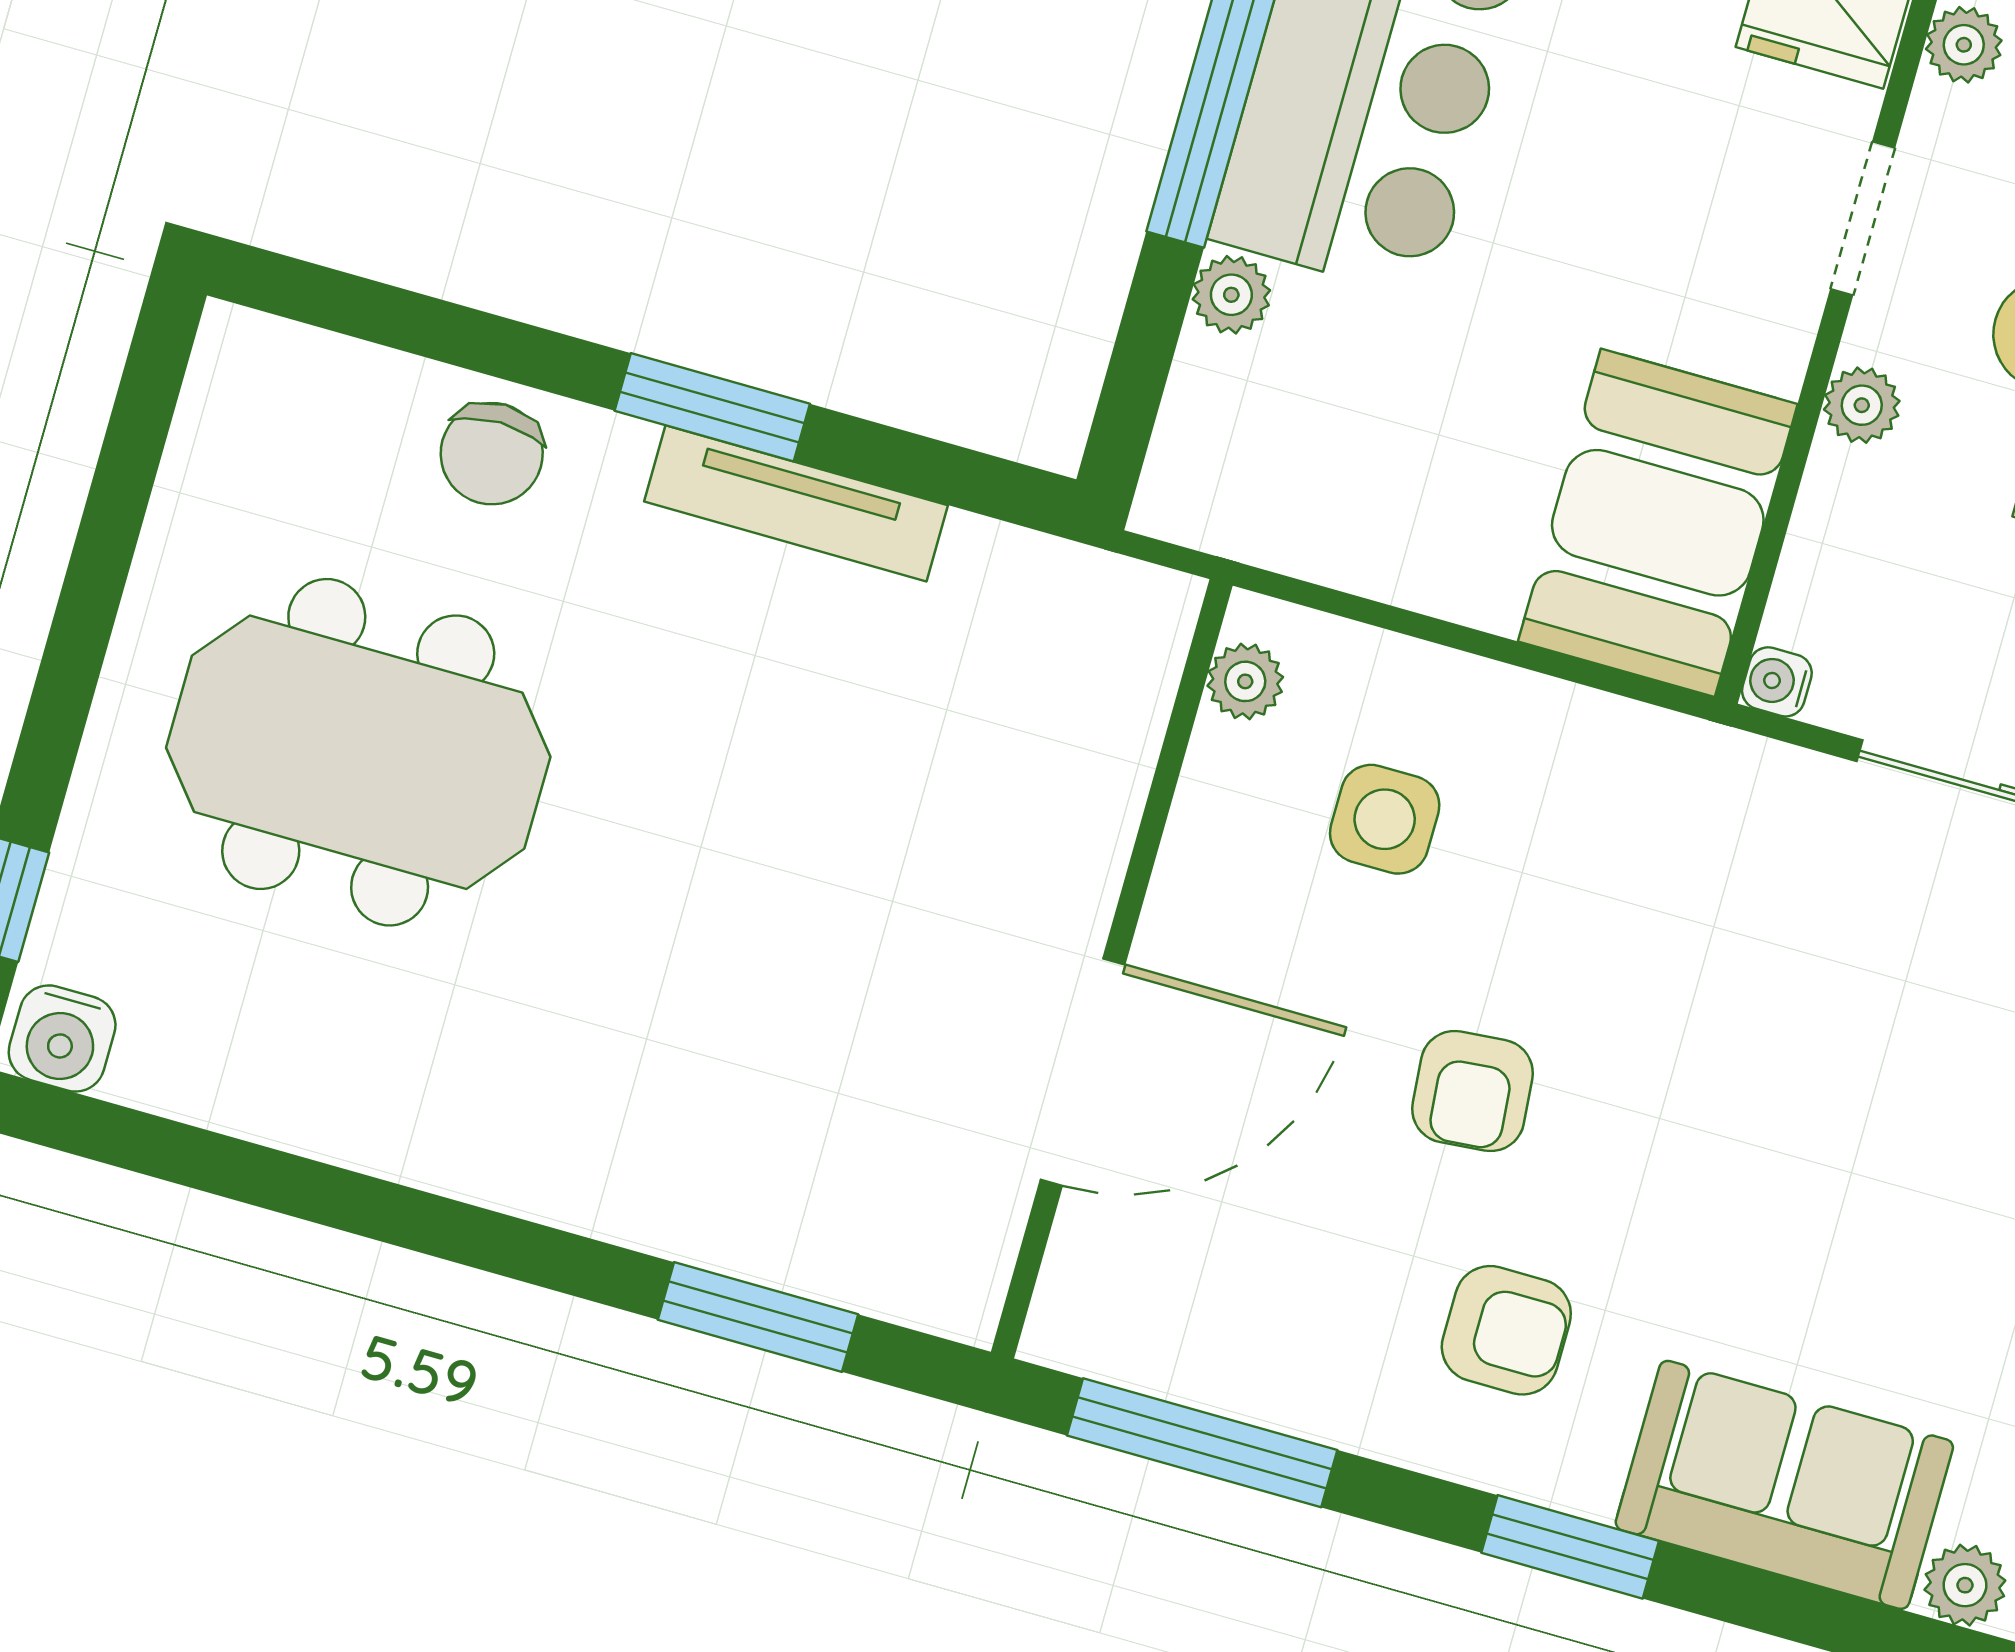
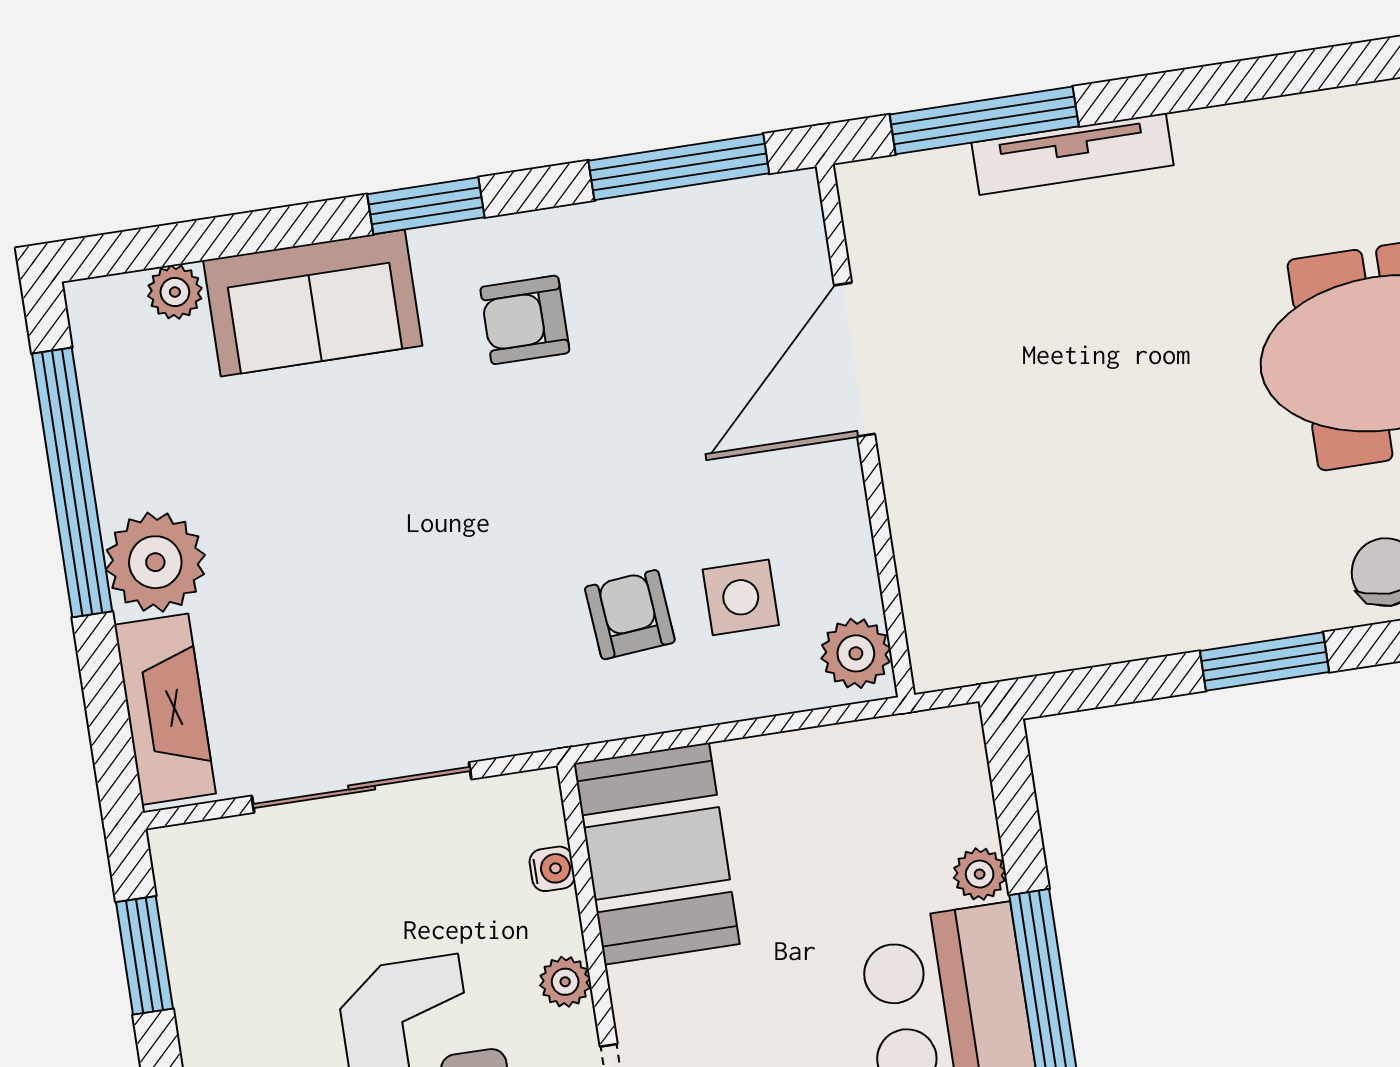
tv unit: (796, 503) -> (1073, 154), moved, turned 180
plant: (1245, 681) -> (856, 653), width x1.38, depth x1.38
water cooler: (1777, 682) -> (552, 869), moved
armchair: (1473, 1091) -> (630, 615), moved
window: (758, 1317) -> (984, 120), width x1.44

